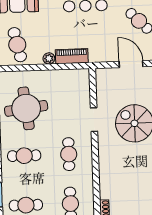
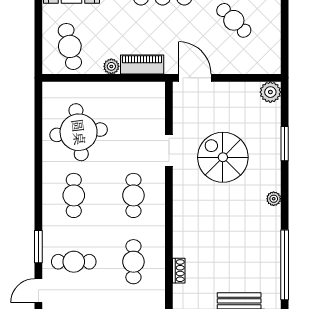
door: (131, 64) -> (195, 78), moved
cafe table: (24, 156) -> (74, 195), turned 90

